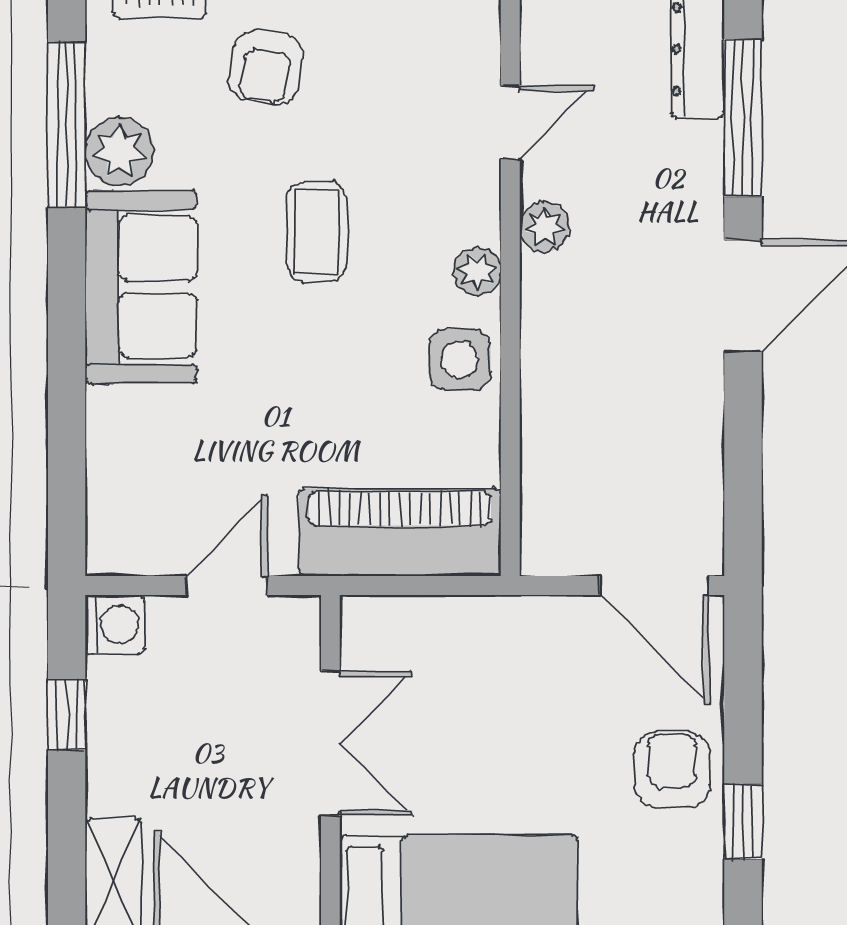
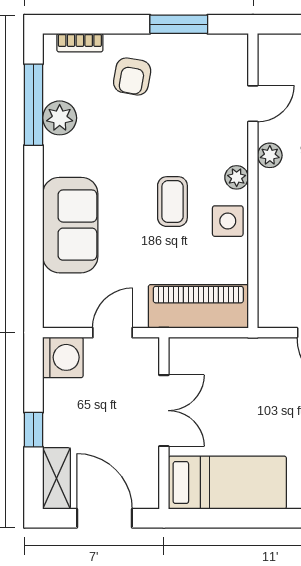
coffee table: (317, 232) -> (172, 202), moved
sofa: (141, 287) -> (70, 225), moved
washing machine: (115, 624) -> (63, 357), width x1.38, depth x1.38
window: (67, 715) -> (33, 430), moved

